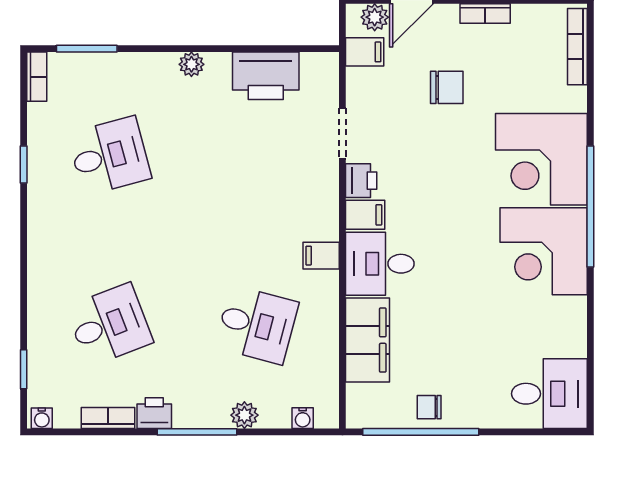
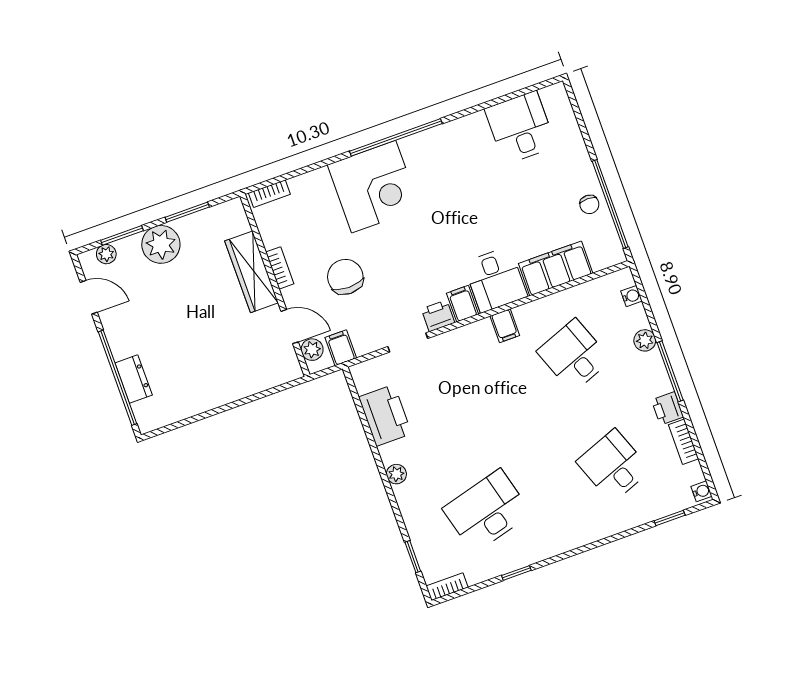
bookcase: (577, 47) -> (269, 194), width x0.64
window: (87, 49) -> (413, 557), width x0.67
chair: (447, 87) -> (345, 277), width x1.37, depth x1.37
desk: (109, 156) -> (487, 511), width x1.37
corner desk: (544, 251) -> (442, 160), removed
desk: (257, 325) -> (574, 355), turned -36
desk: (549, 394) -> (520, 127), moved

